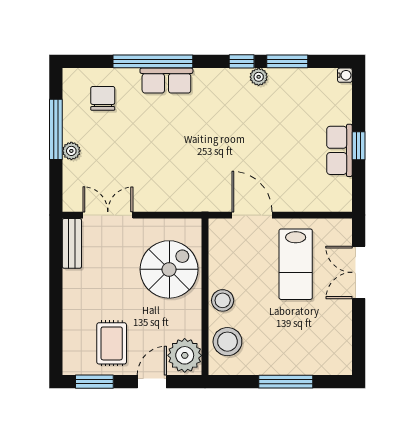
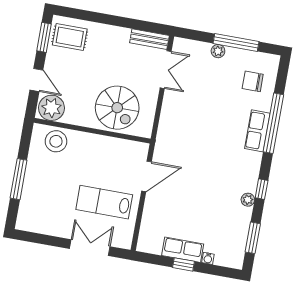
window: (287, 61) -> (253, 238), moved
water cooler: (345, 75) -> (208, 258), moved
chair: (103, 98) -> (253, 81), turned 180
stool: (223, 300) -> (87, 143), removed
rug: (112, 343) -> (70, 37), moved

